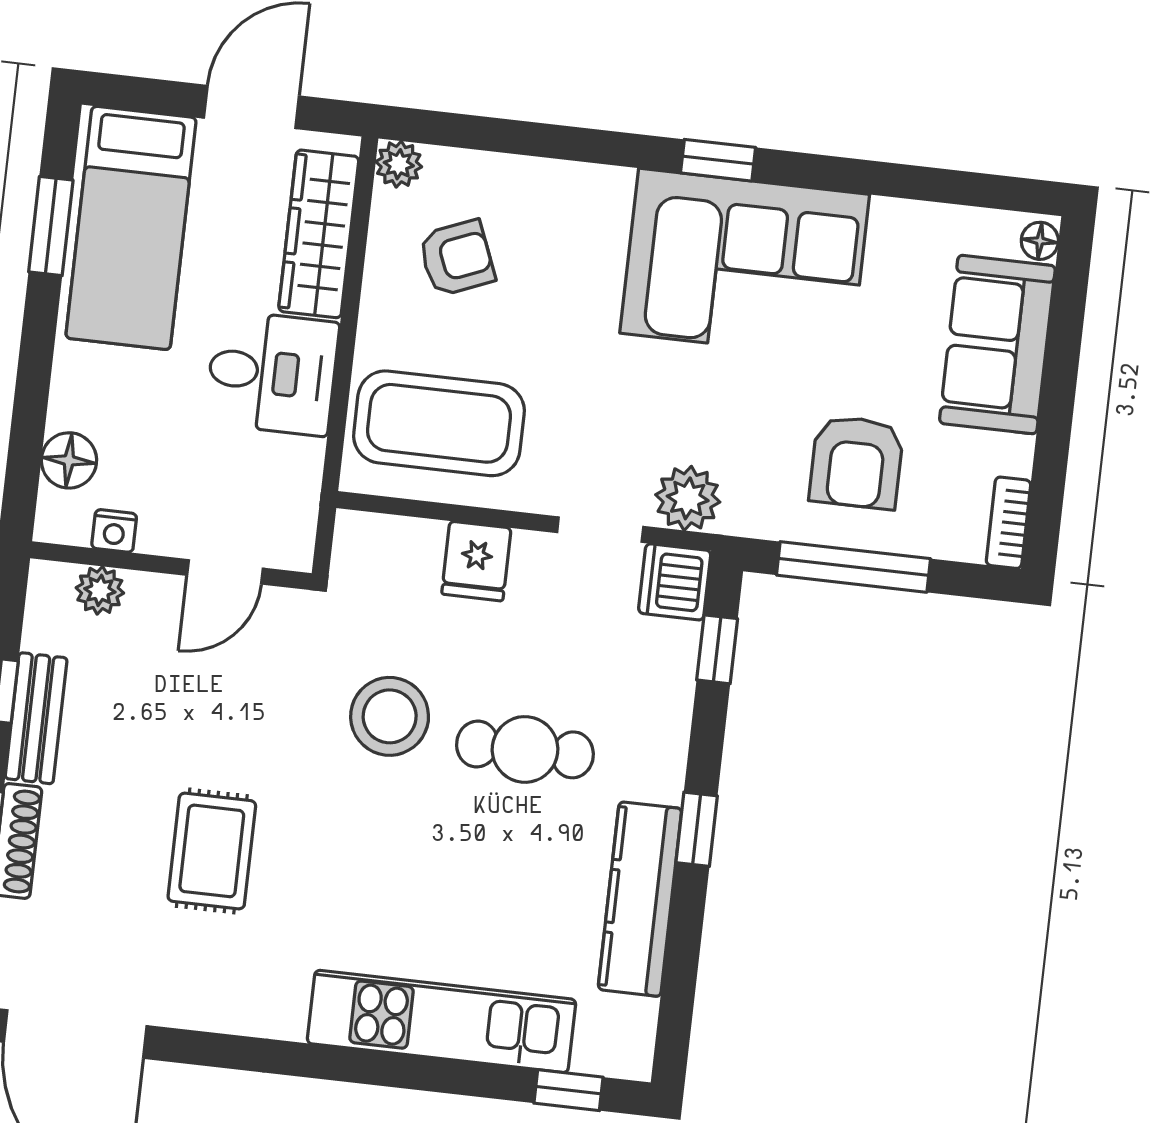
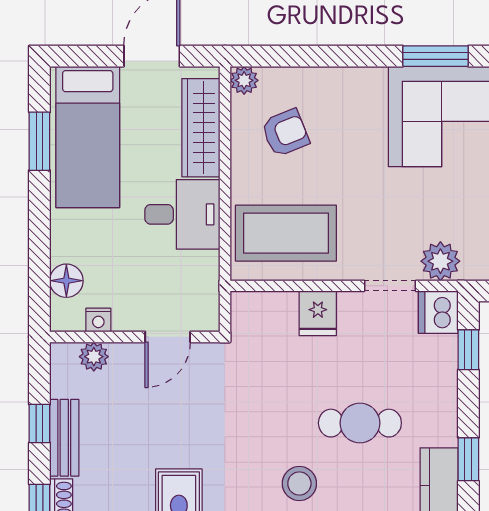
window: (718, 160) -> (435, 56), width x1.50
stool: (390, 716) -> (299, 484), moved, width x0.73, depth x0.73

